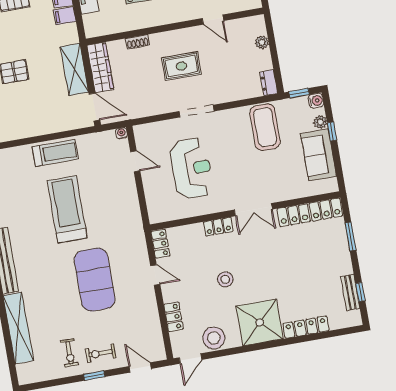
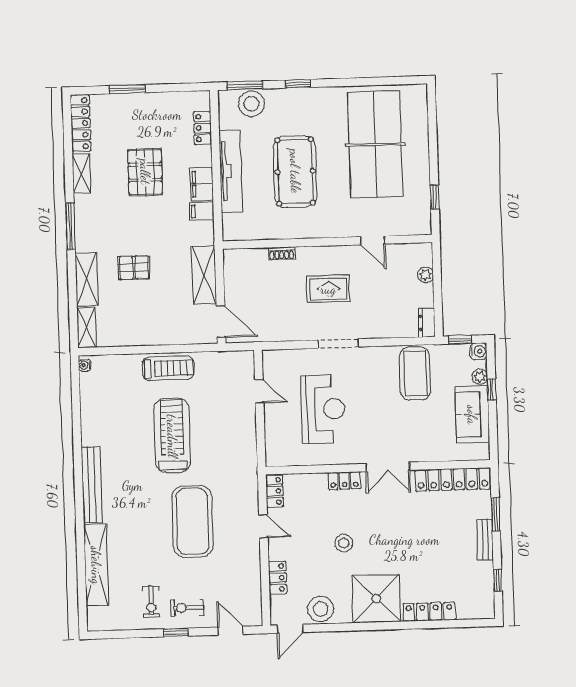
wardrobe: (100, 67) -> (234, 277), removed
water cooler: (121, 133) -> (248, 357), removed
bench: (350, 292) -> (485, 540), moved

